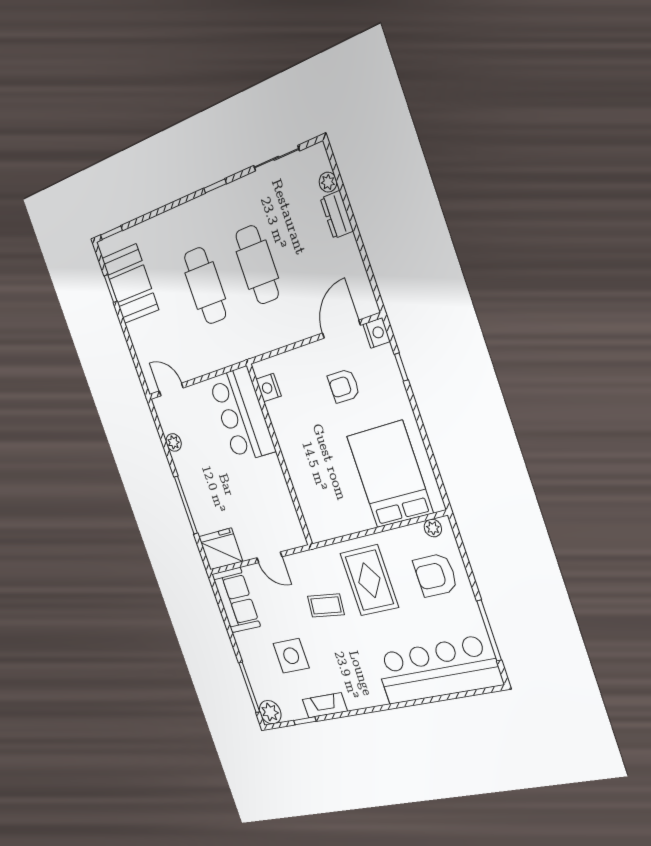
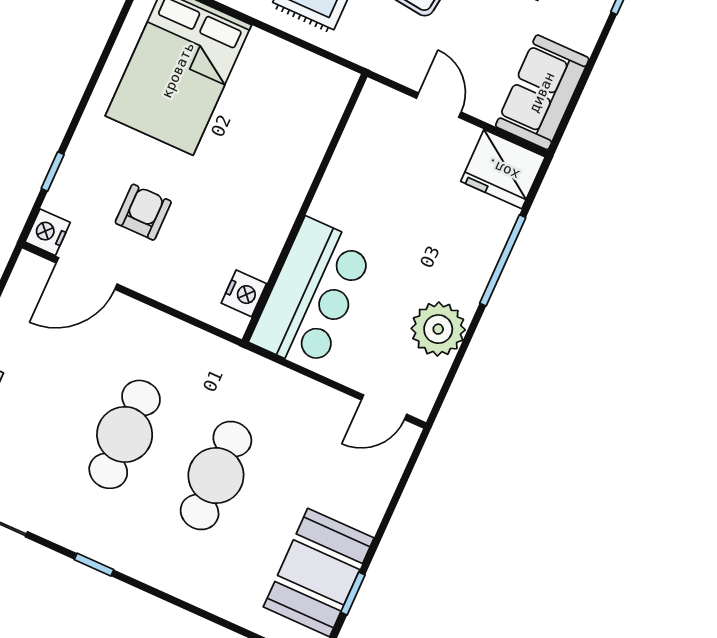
armchair: (344, 386) -> (143, 212), turned -90
door: (171, 389) -> (384, 407), hinge flipped
plant: (174, 442) -> (438, 329), width x1.88, depth x1.88

